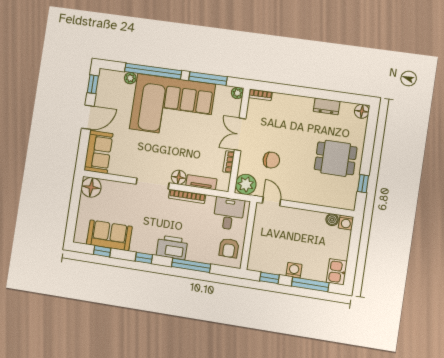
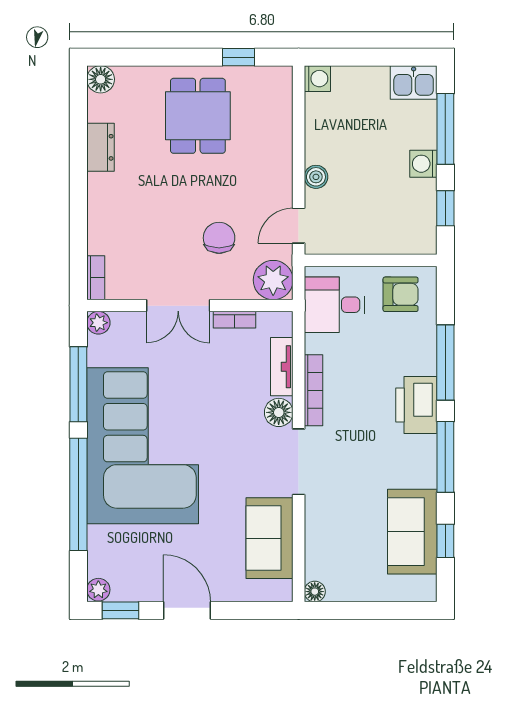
plant: (130, 78) -> (98, 590), moved
sofa: (98, 152) -> (270, 538), moved, turned -90
floor lamp: (91, 187) -> (315, 592), width x0.53, depth x0.53
boiler: (332, 220) -> (316, 177), moved
window: (144, 258) -> (445, 457), width x2.17

